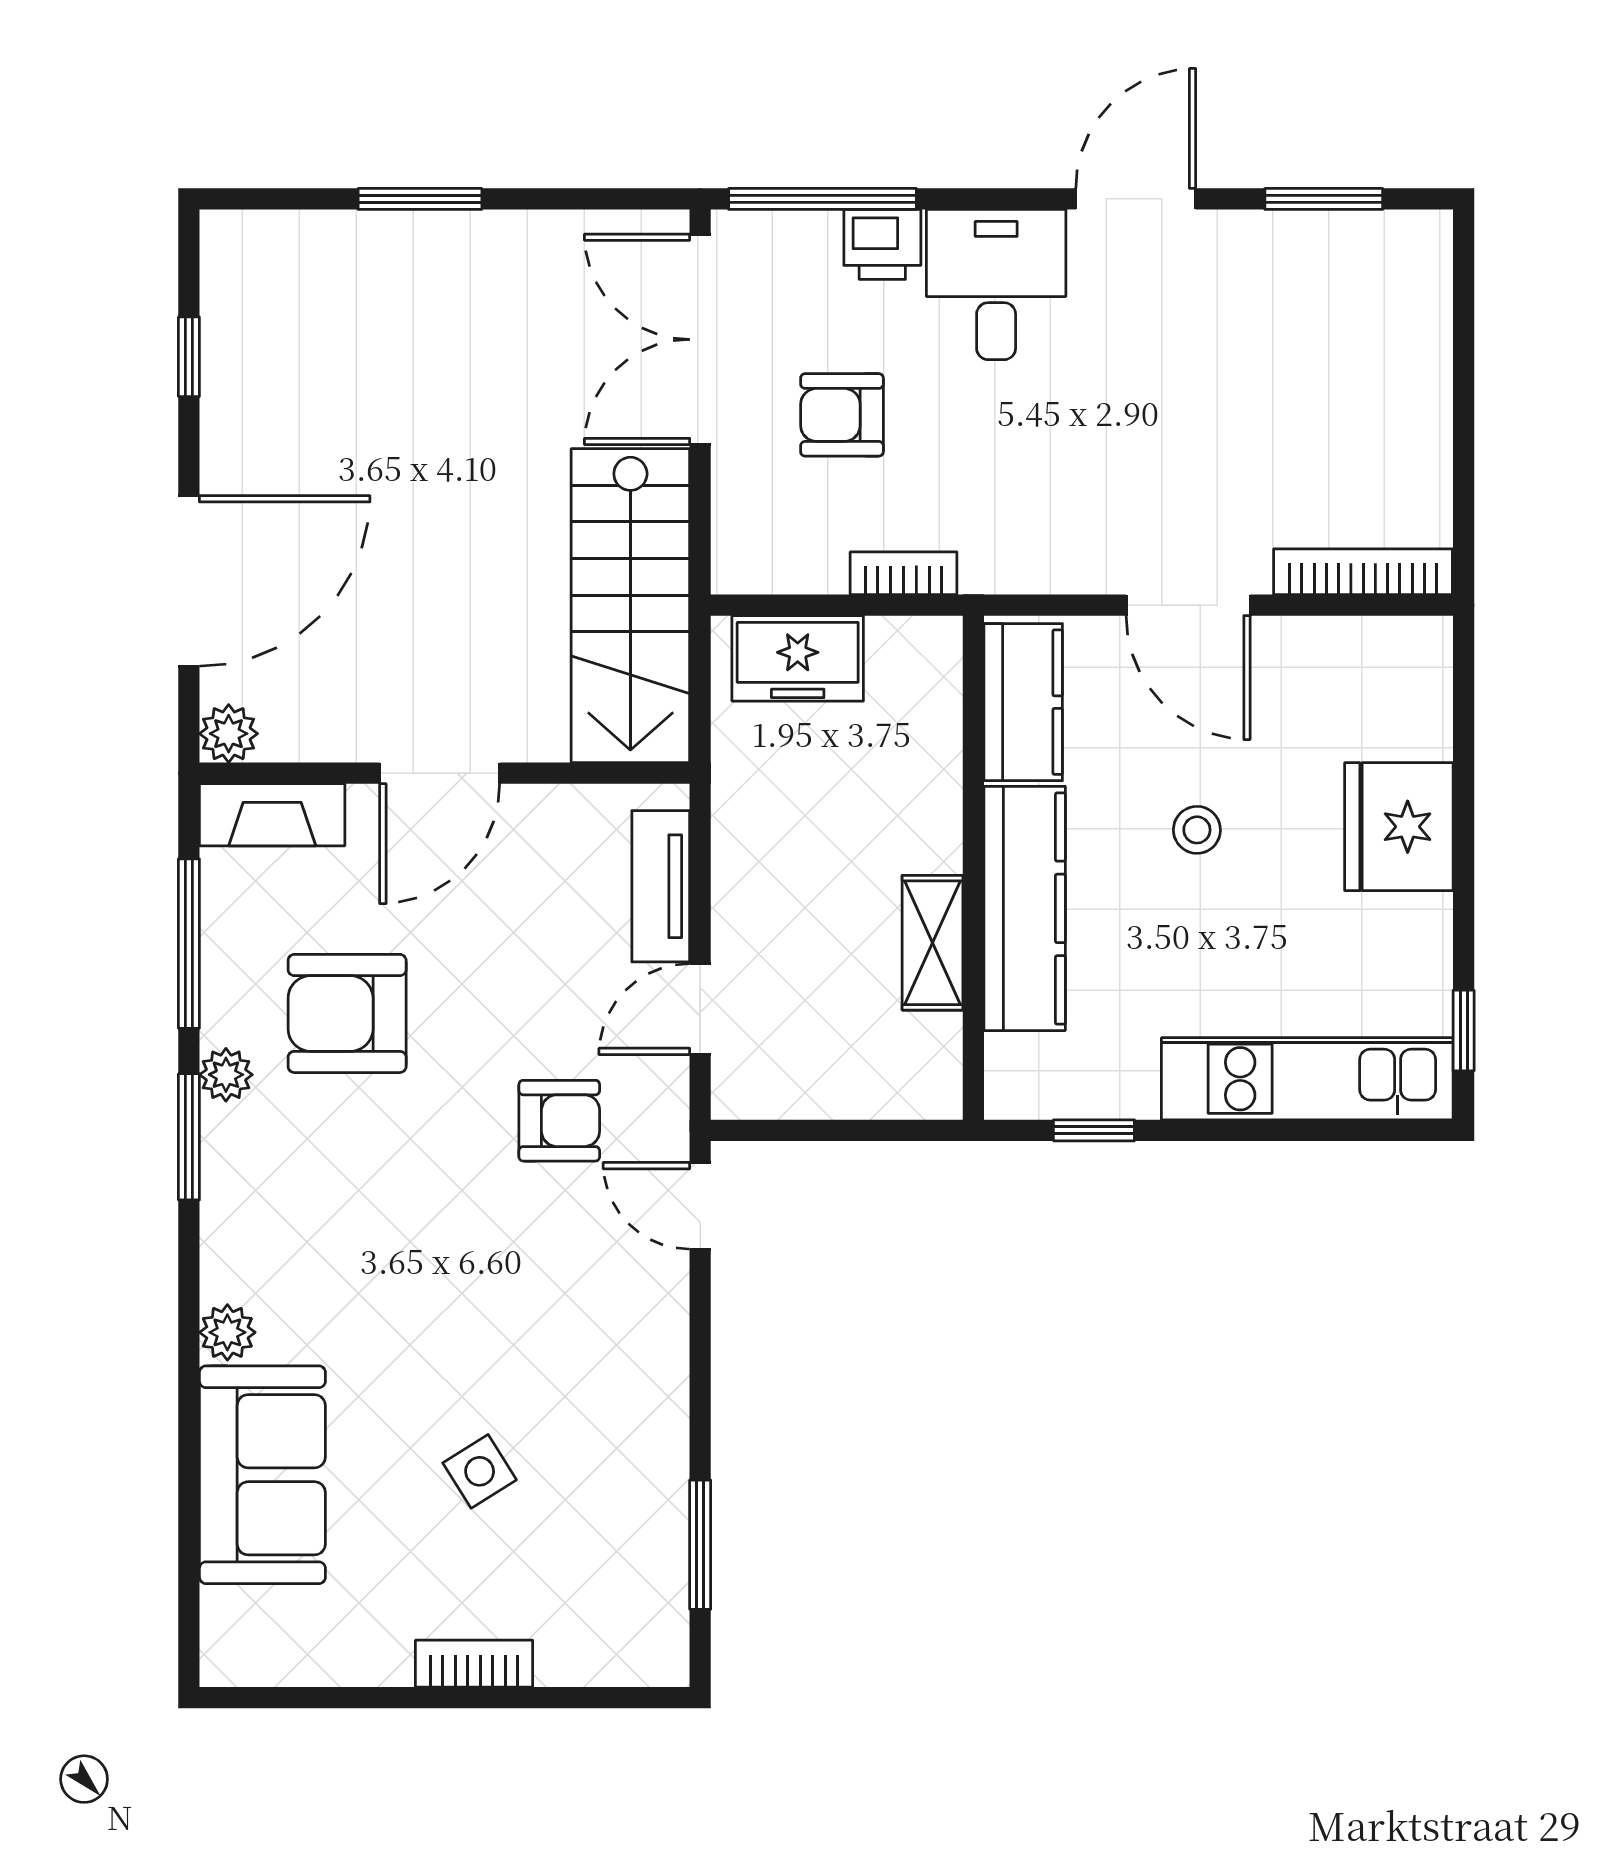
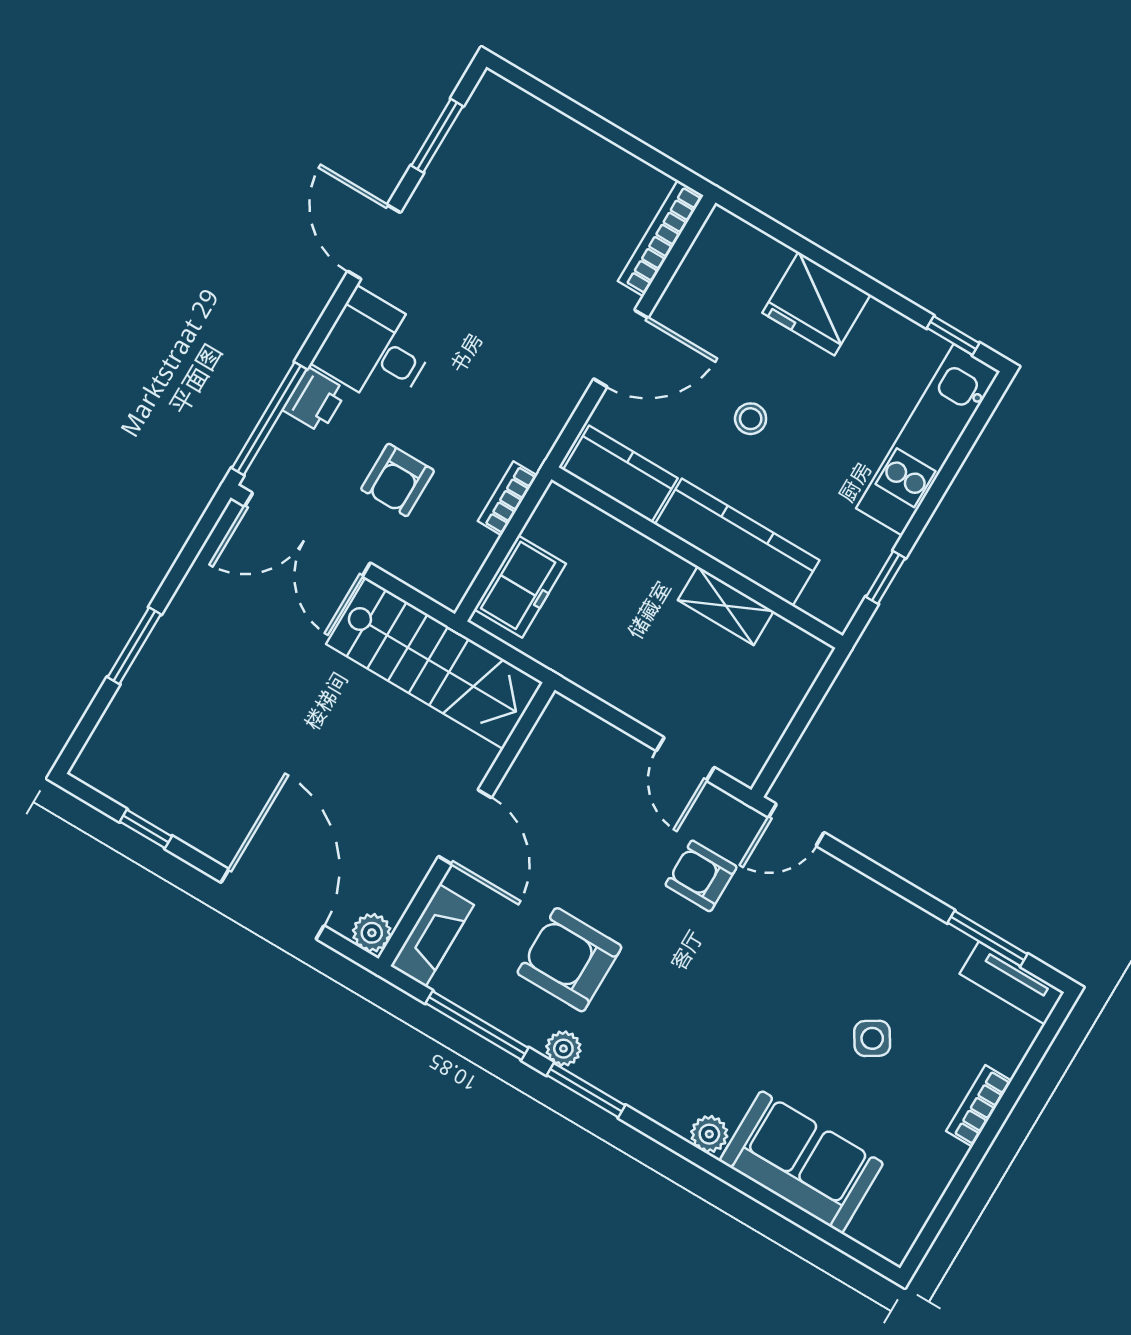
tv unit: (661, 886) -> (1012, 983), moved
armchair: (347, 1013) -> (569, 960), turned 90
armchair: (559, 1121) -> (701, 876), turned -90

